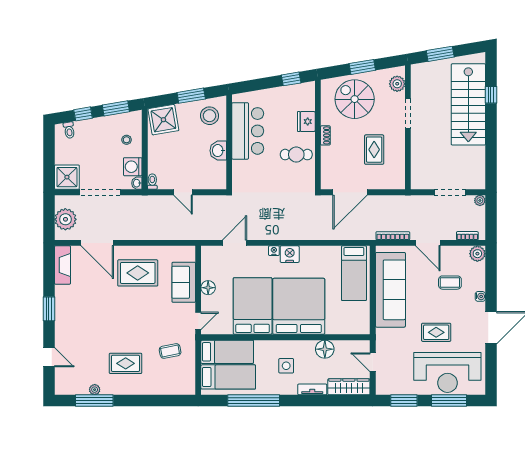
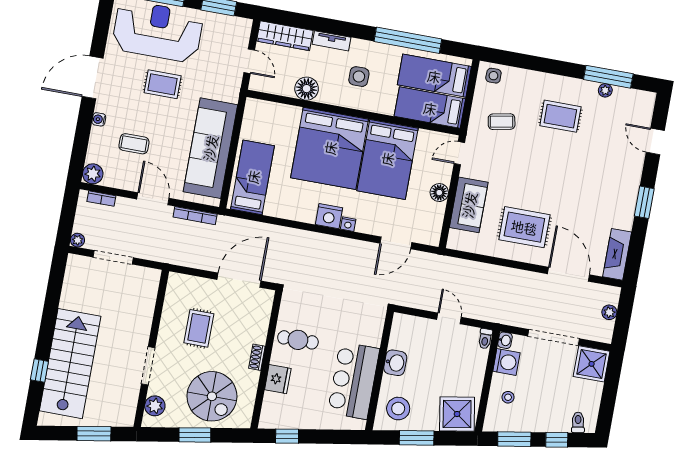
plant: (65, 219) -> (609, 312), width x0.53, depth x0.53
side table: (183, 385) -> (493, 76), added

